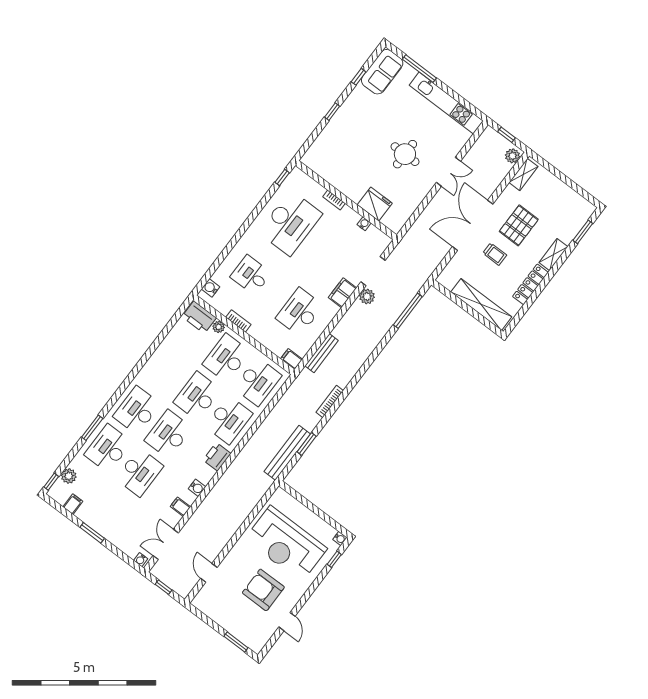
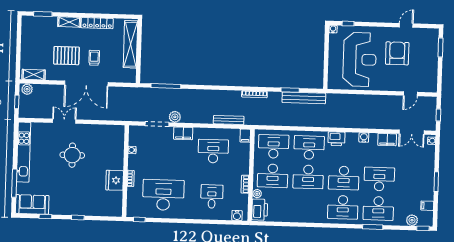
fridge: (375, 204) -> (115, 180), moved
desk: (251, 275) -> (212, 196), turned 180
desk: (299, 312) -> (213, 151), turned 180
filing cabinet: (180, 507) -> (387, 140), width x2.00
armchair: (263, 590) -> (397, 53), turned 180

